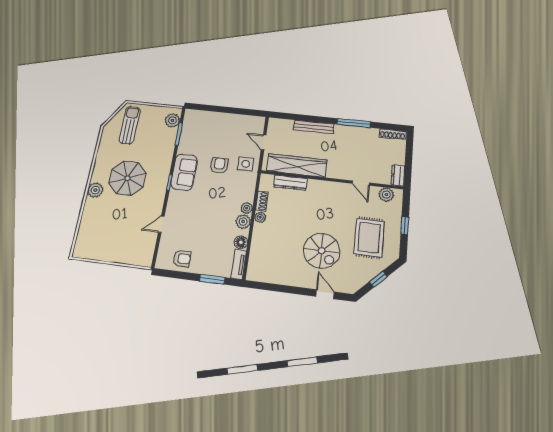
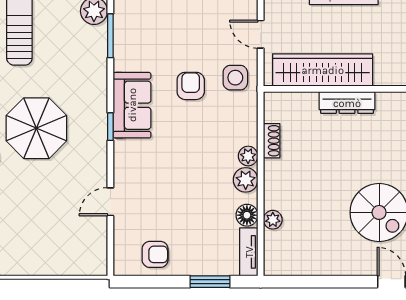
dresser: (290, 183) -> (347, 103), moved
plant: (260, 217) -> (273, 220), moved

